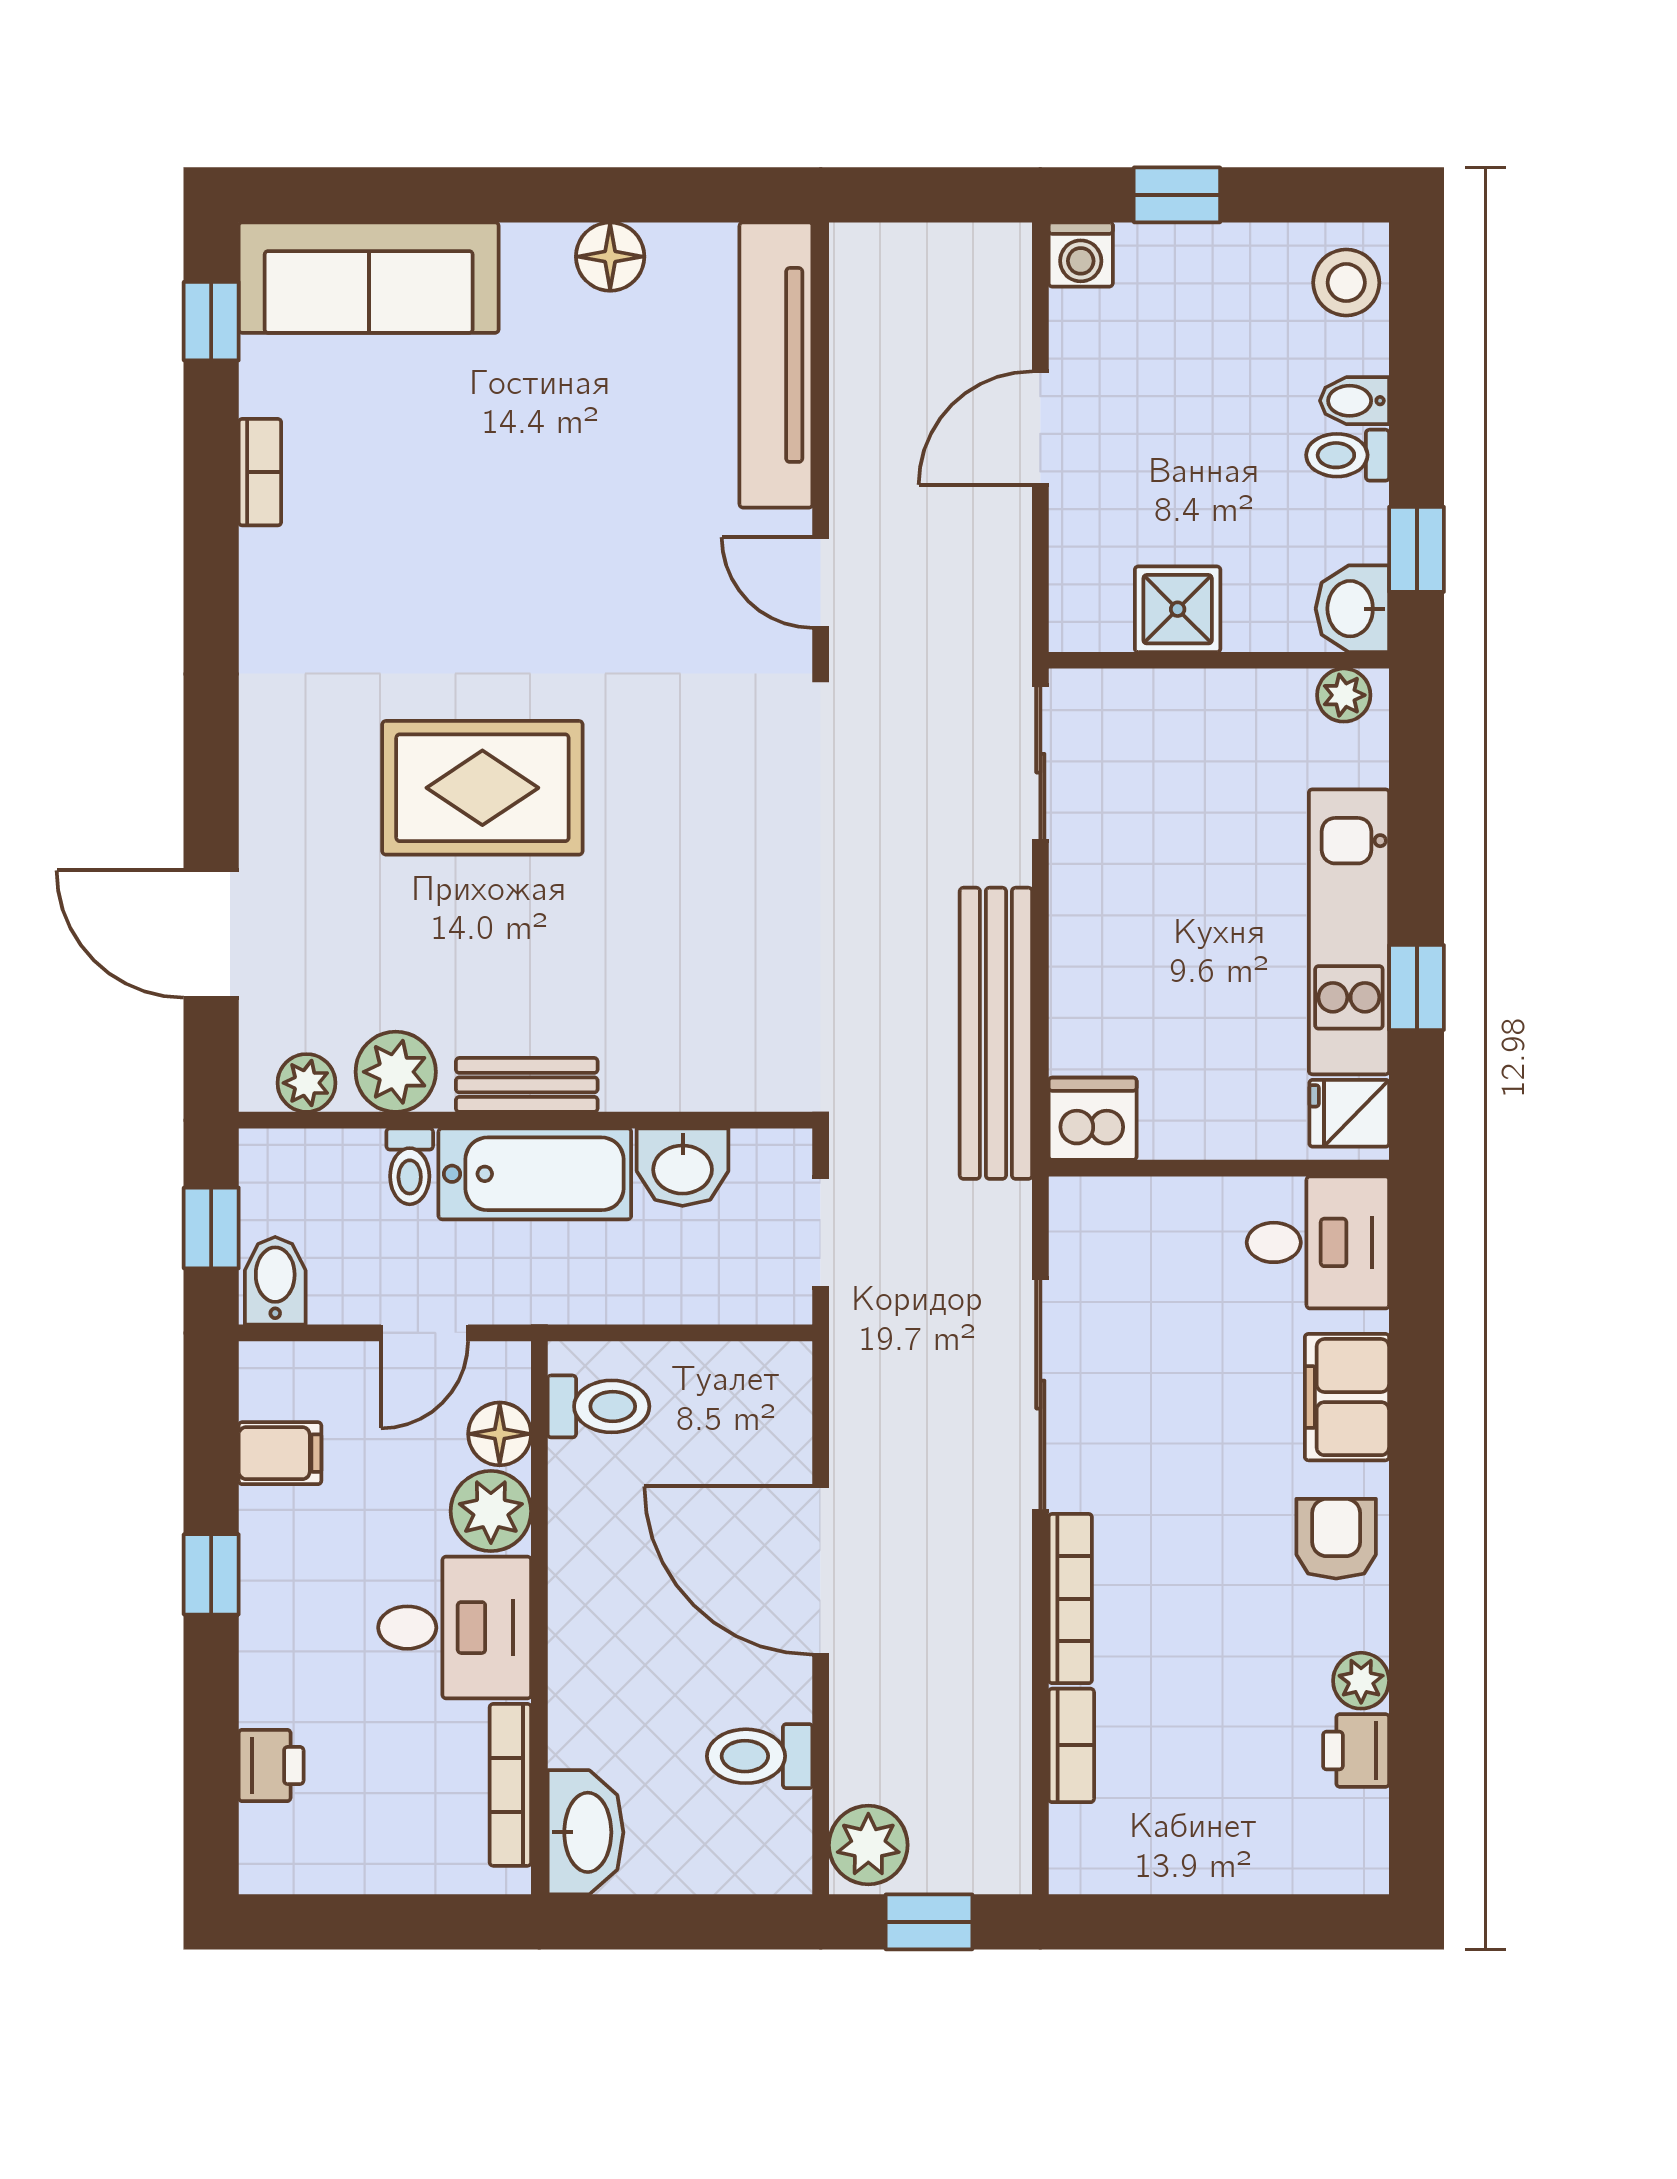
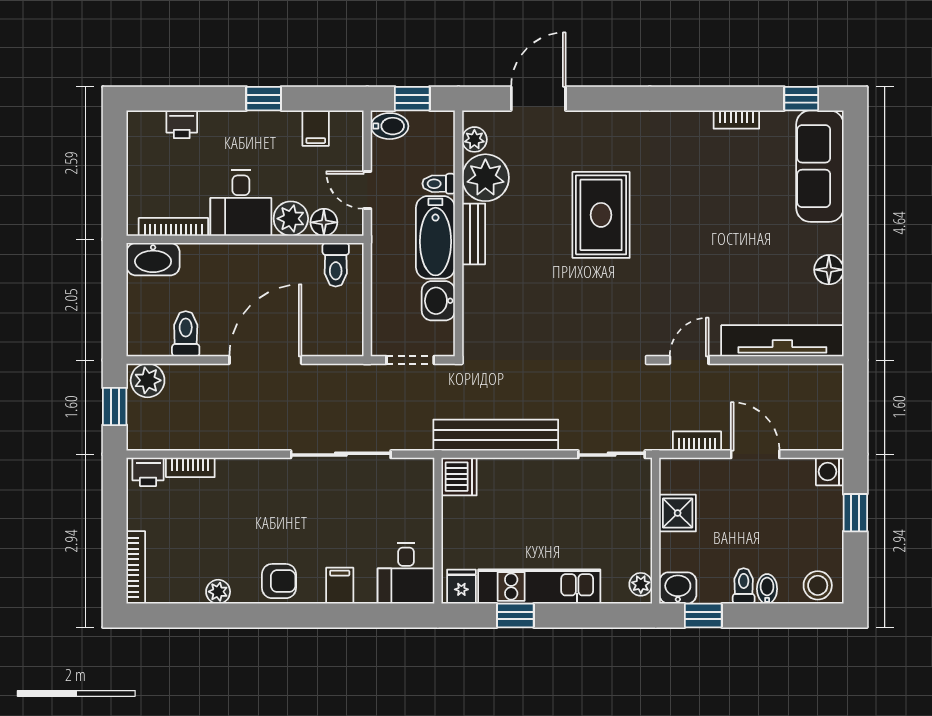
bookcase: (1010, 564) -> (697, 441), added
plant: (396, 1072) -> (485, 178), width x1.36, depth x1.36
filing cabinet: (1347, 1397) -> (340, 586), width x0.50
bookcase: (1070, 1599) -> (136, 567), moved, turned -90
printer: (1356, 1751) -> (148, 472), moved, turned 180

